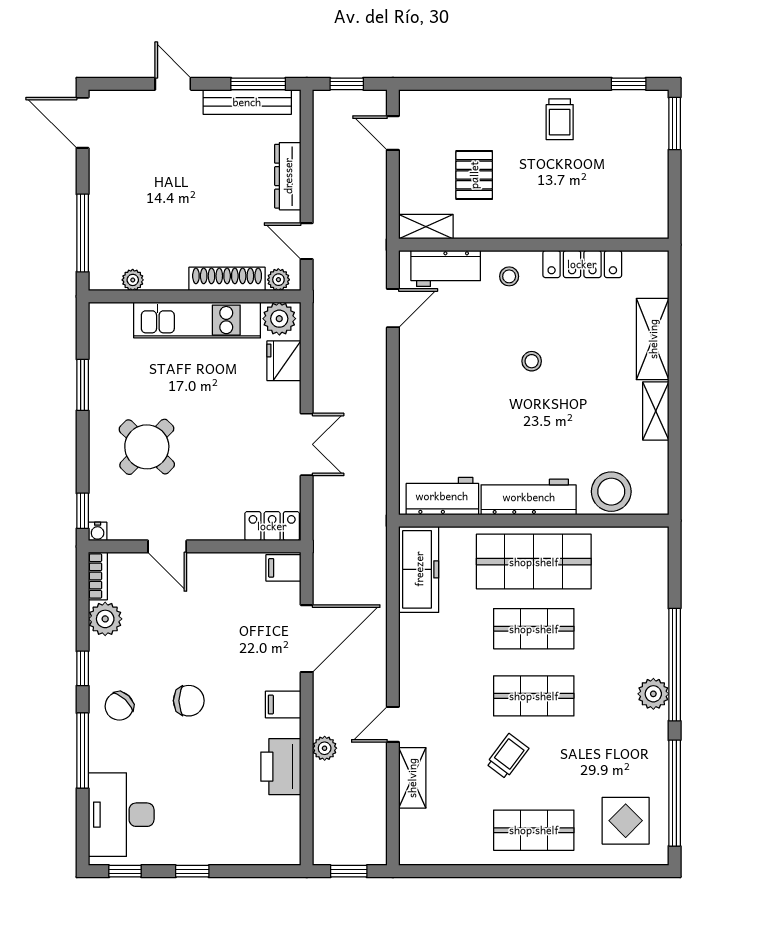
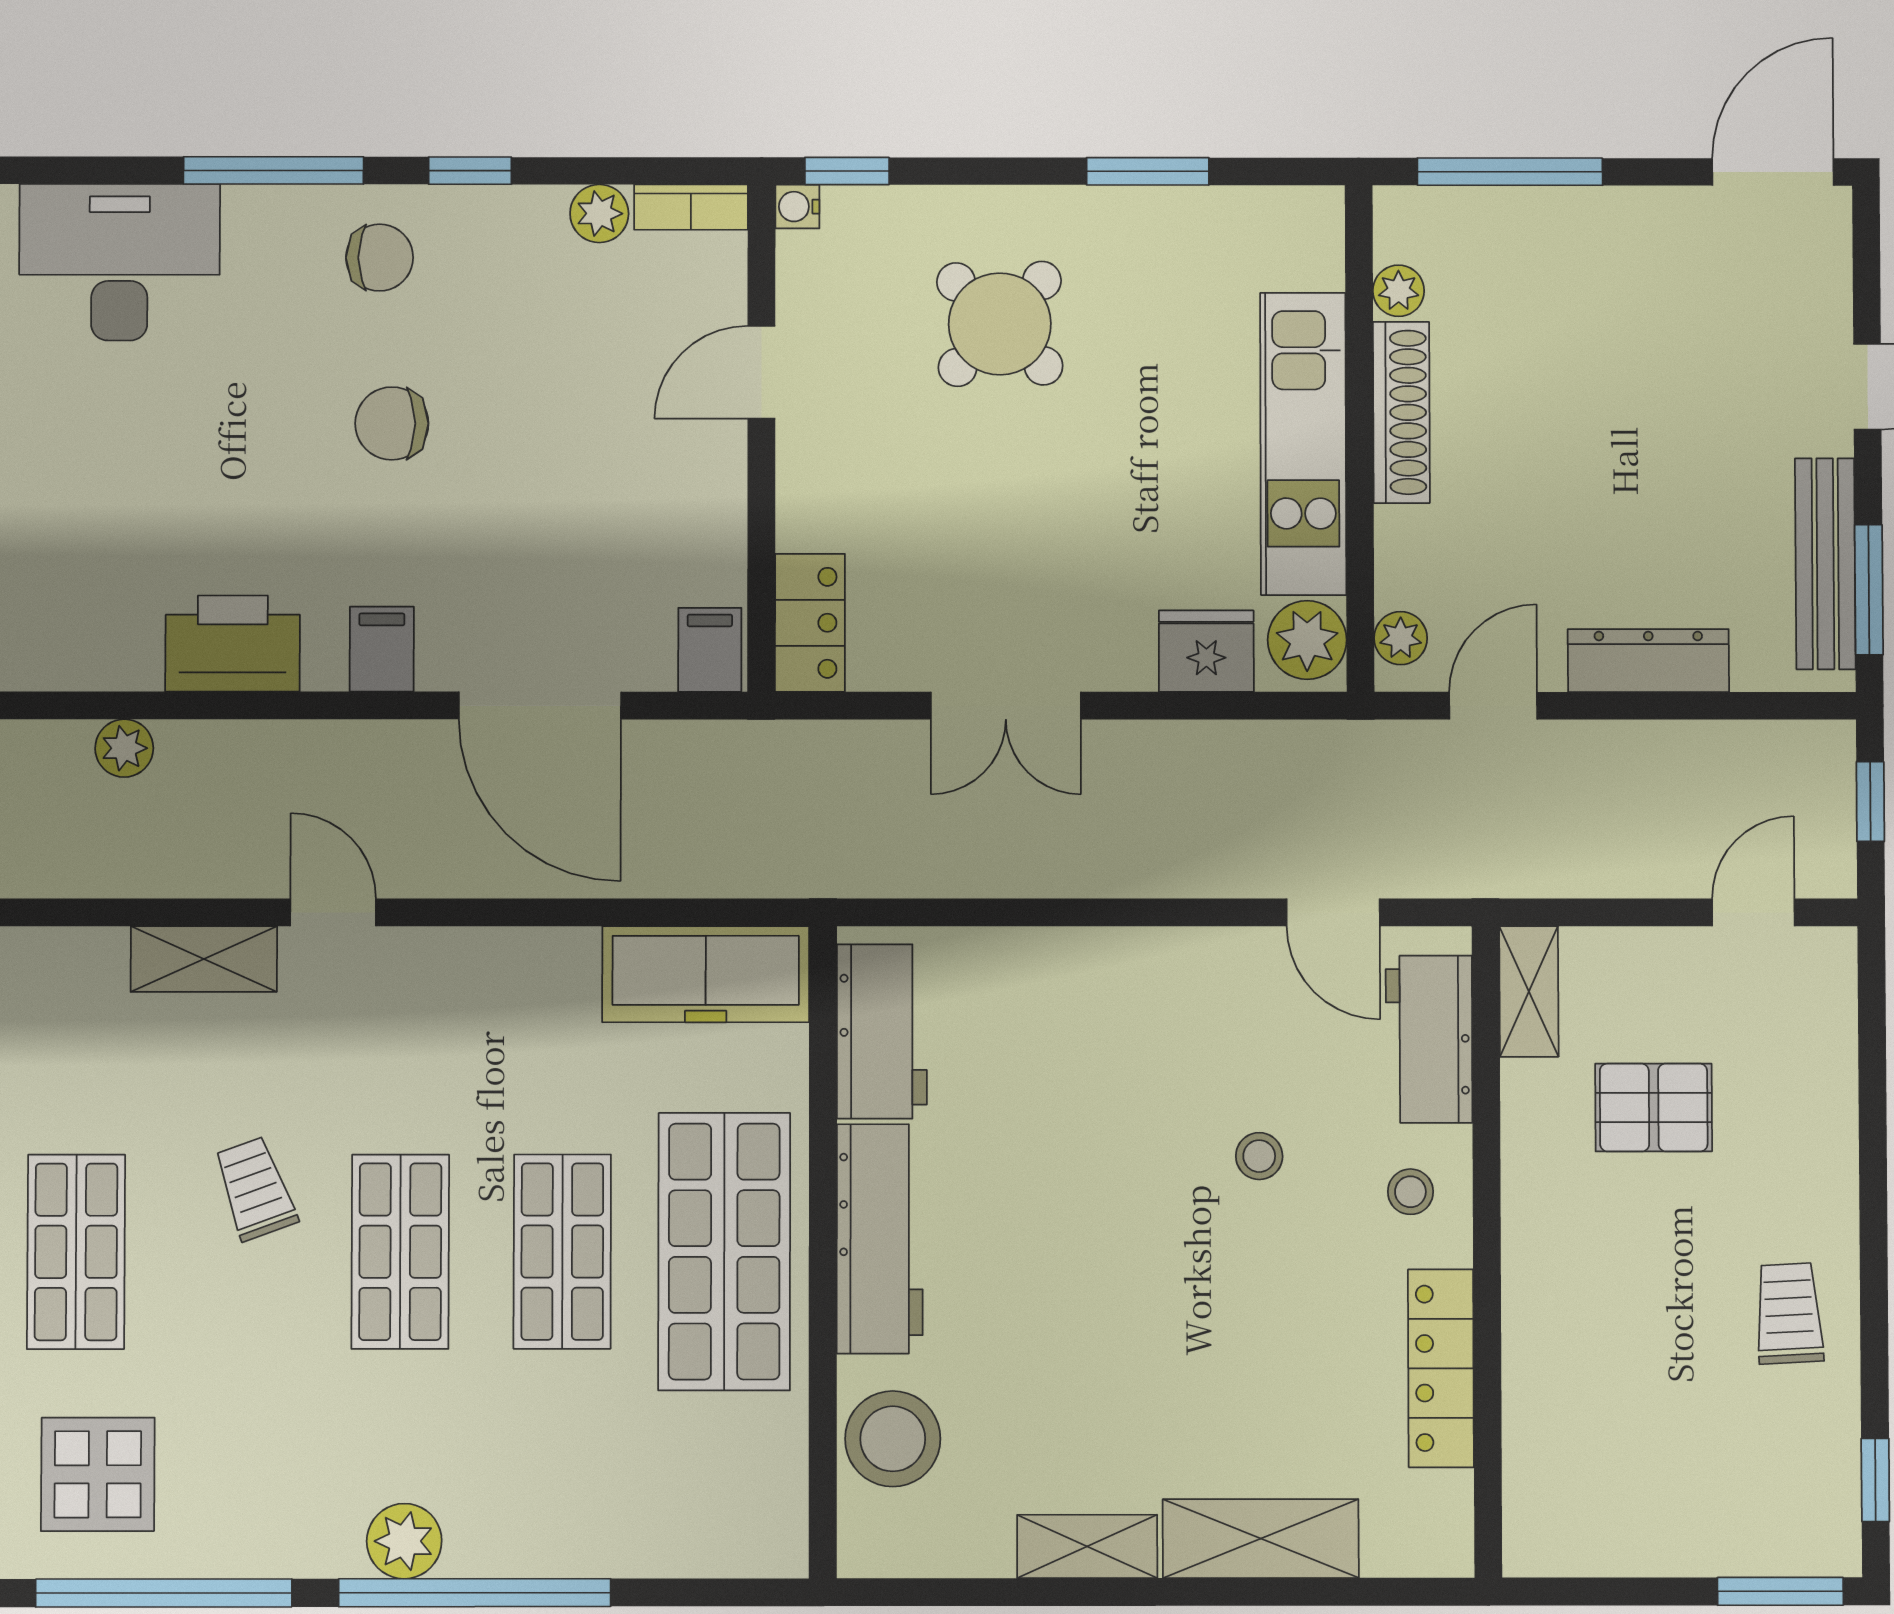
trolley: (560, 119) -> (1789, 1313), turned 87
shoe rack: (227, 279) -> (1401, 412), moved
stool: (532, 361) -> (1259, 1156), moved
plant: (105, 619) -> (599, 213), width x0.73, depth x0.73
chair: (189, 701) -> (392, 423), turned 90
chair: (119, 706) -> (380, 258), turned 136
plant: (325, 748) -> (124, 748), moved
trolley: (508, 756) -> (255, 1189), turned -147

